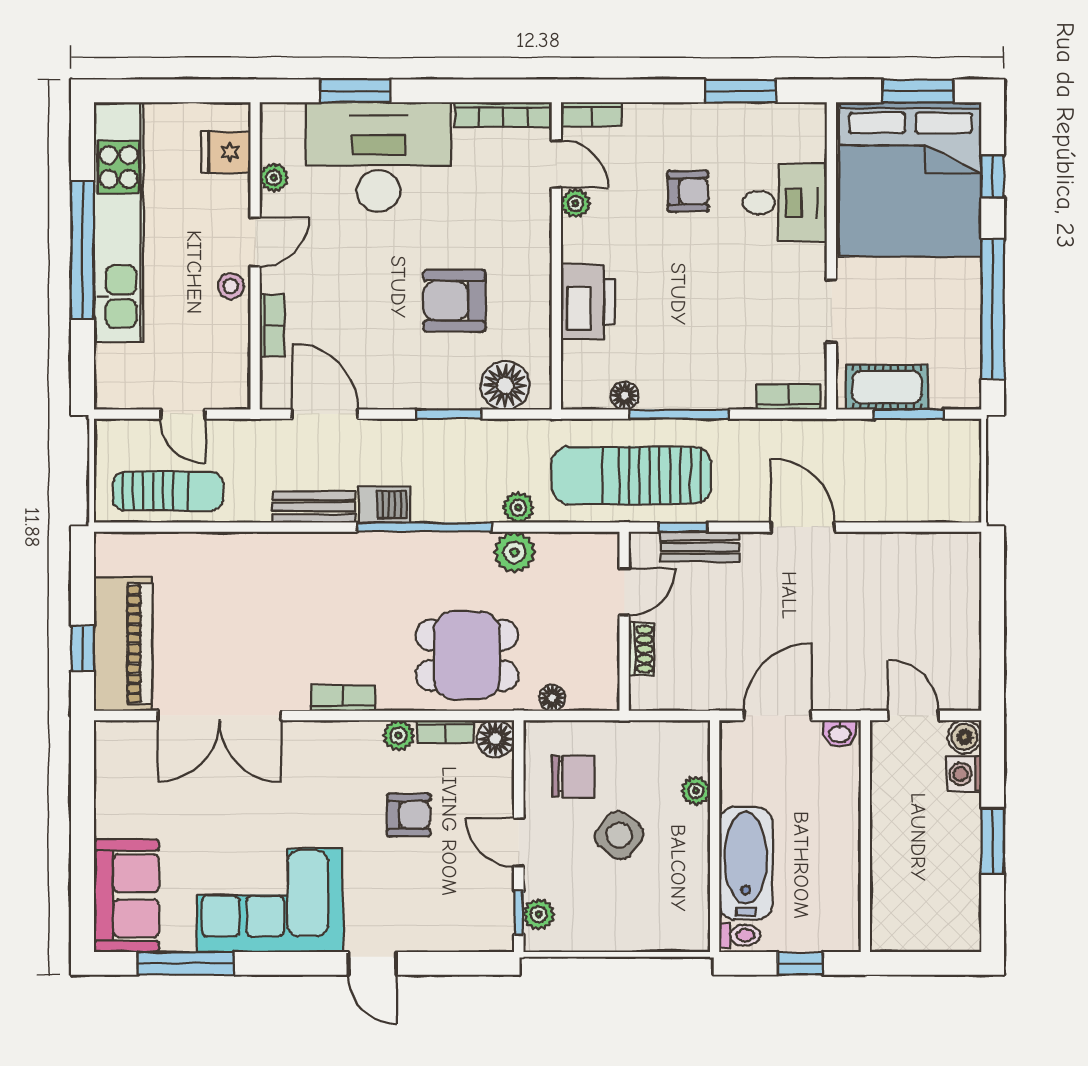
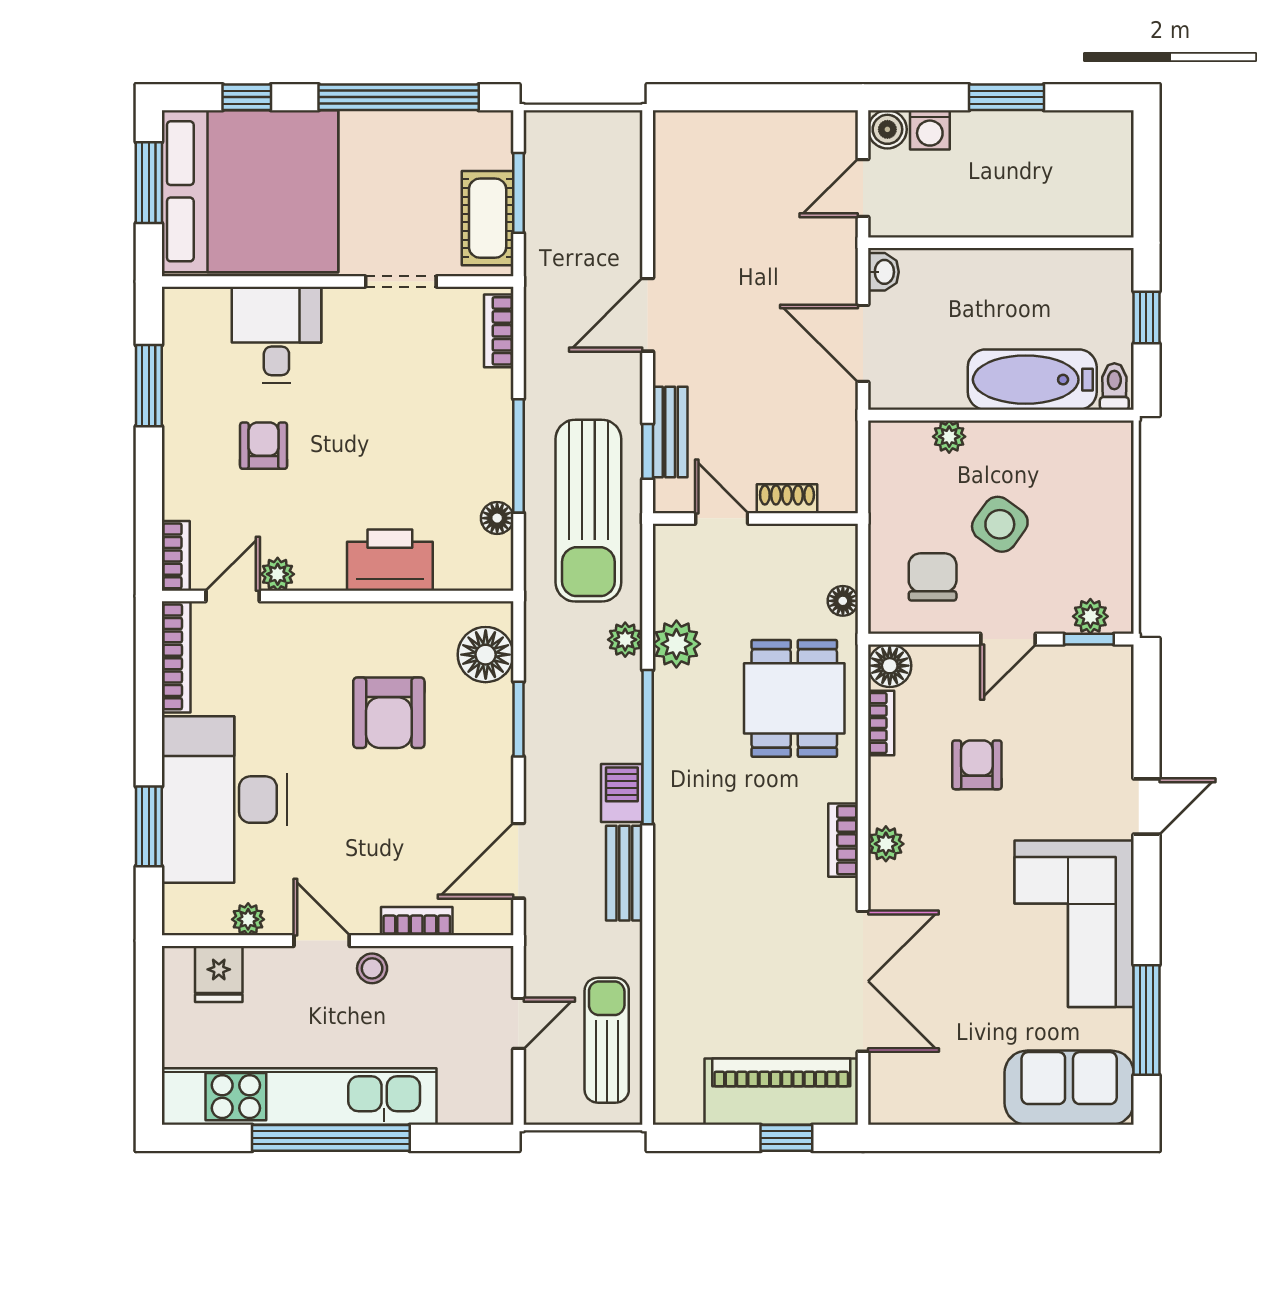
plant: (399, 735) -> (886, 844), moved

